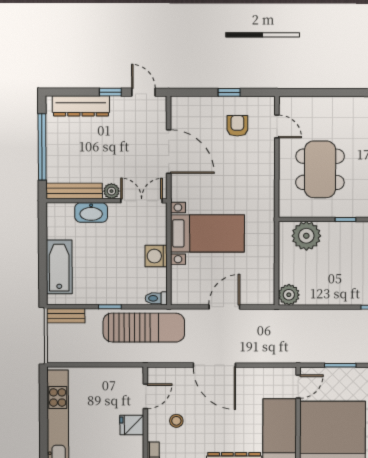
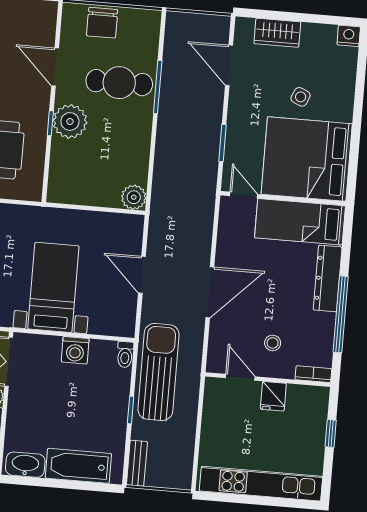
washbasin: (91, 213) -> (25, 465), moved, turned -90
plant: (306, 236) -> (70, 121), moved

